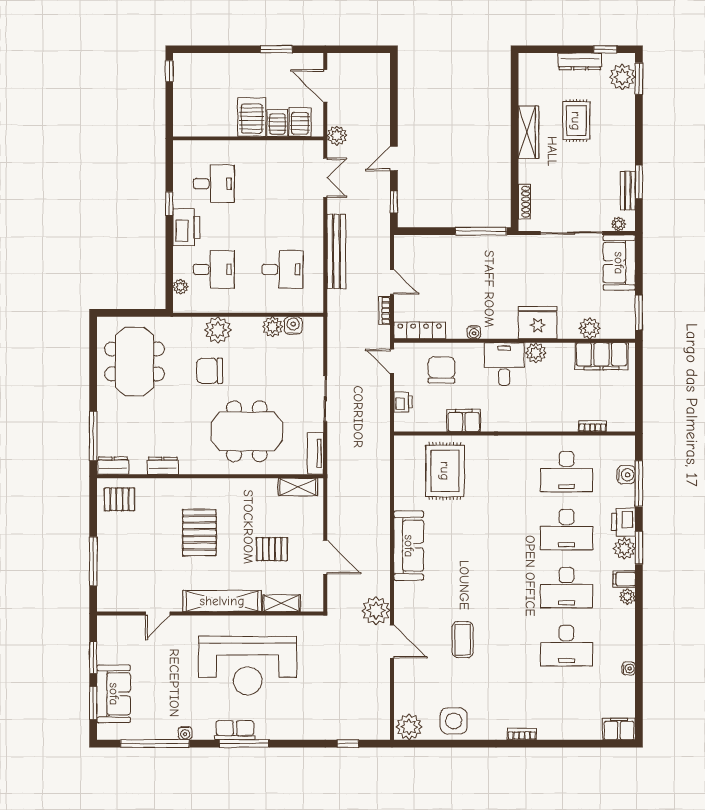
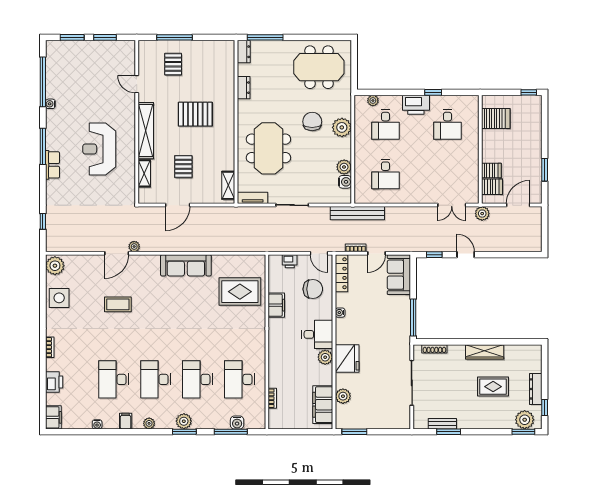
server rack: (252, 117) -> (496, 118), moved
plant: (618, 224) -> (418, 417), removed
bench: (336, 251) -> (357, 213), moved
sofa: (619, 263) -> (399, 275), moved, turned -90
door: (392, 361) -> (319, 253), swing flipped
pallet: (119, 499) -> (173, 64), moved
printer: (623, 522) -> (54, 382), moved, turned 90
filing cabinet: (624, 579) -> (126, 421), moved
plant: (376, 611) -> (134, 247), width x0.53, depth x0.53
reception desk: (248, 666) -> (99, 149), width x0.74, depth x0.77
sofa: (114, 694) -> (79, 52), removed
row of seats: (235, 730) -> (52, 165), moved

